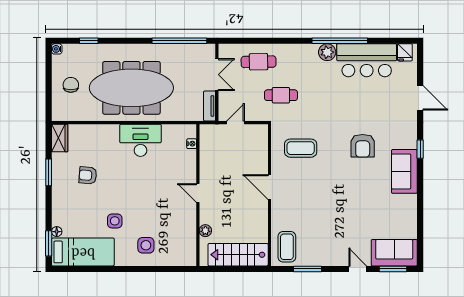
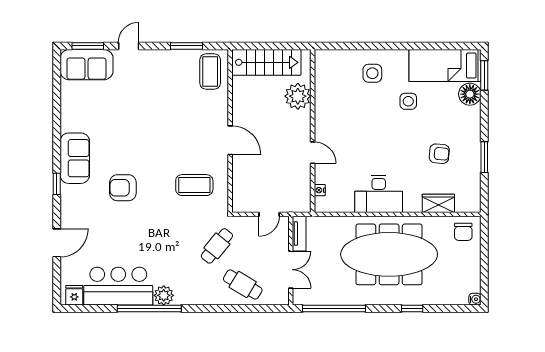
window: (89, 41) -> (412, 309), moved
cafe table: (259, 62) -> (243, 284), turned 32
double door: (217, 75) -> (291, 270), swing flipped
chair: (71, 85) -> (463, 232), moved
cafe table: (281, 95) -> (217, 246), turned -51
door: (420, 98) -> (57, 243), swing flipped
wardrobe: (60, 138) -> (438, 203), moved, turned 90
armchair: (363, 146) -> (123, 188), turned -90
door: (198, 193) -> (313, 153), moved
plant: (205, 231) -> (298, 96), width x1.88, depth x1.88
floor lamp: (57, 232) -> (470, 94), width x1.89, depth x1.89
door: (358, 269) -> (129, 46), swing flipped

